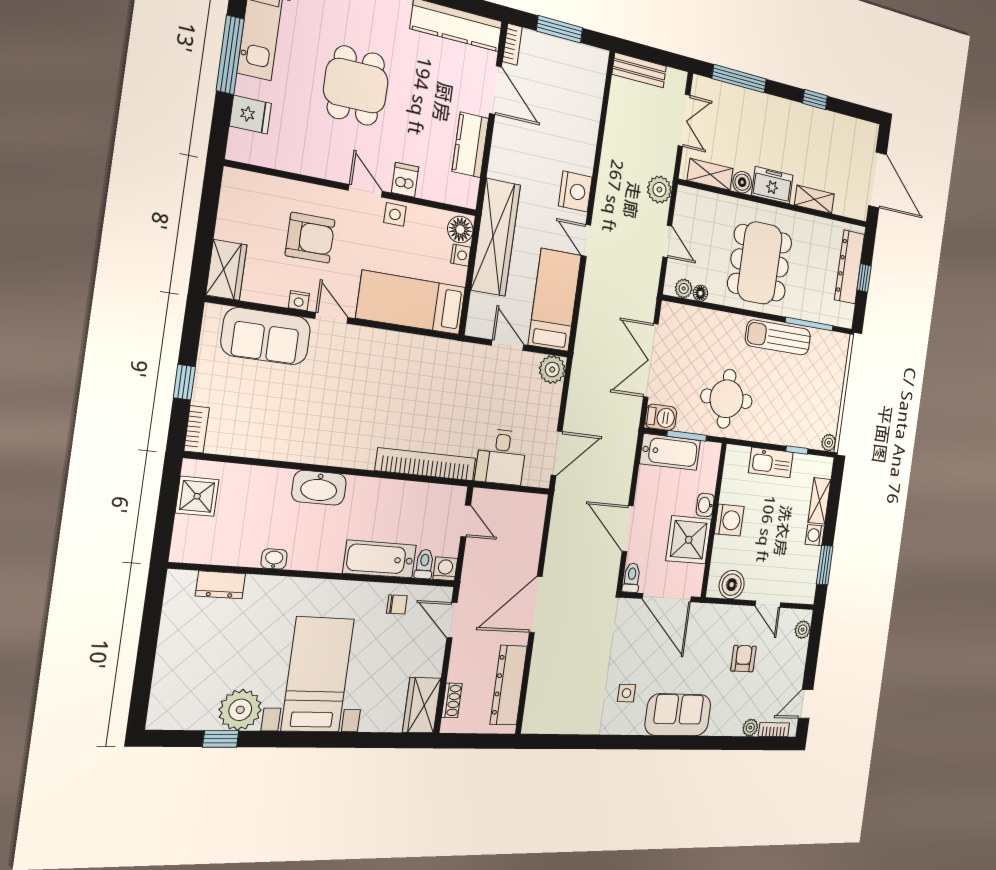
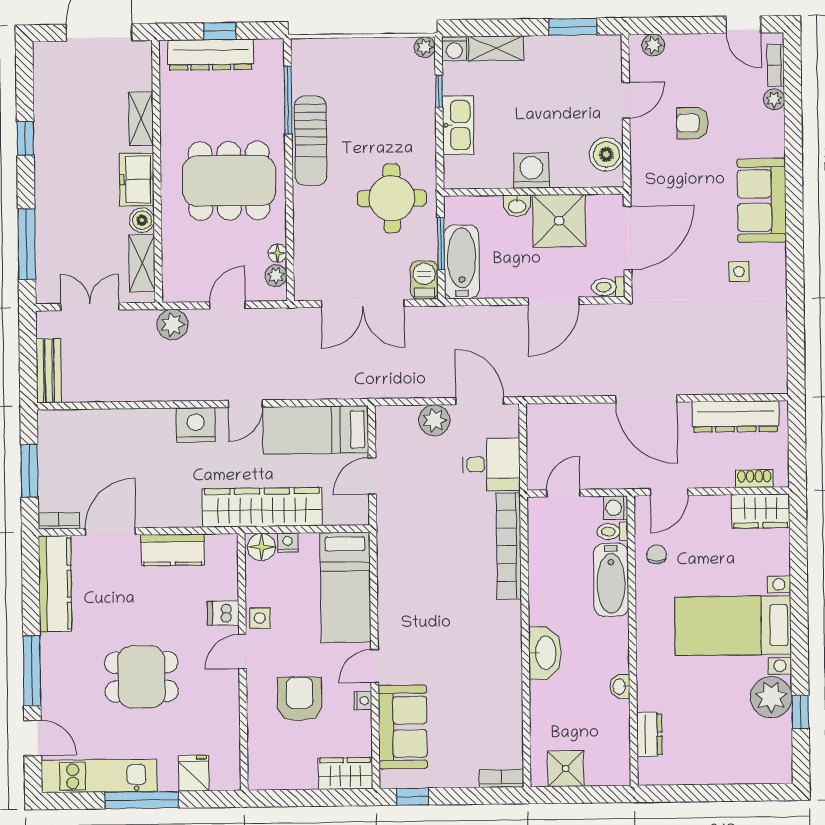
plant: (552, 369) -> (434, 420), moved
window: (184, 382) -> (413, 797), moved
washing machine: (815, 535) -> (454, 49), moved

